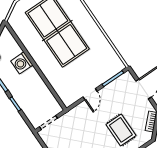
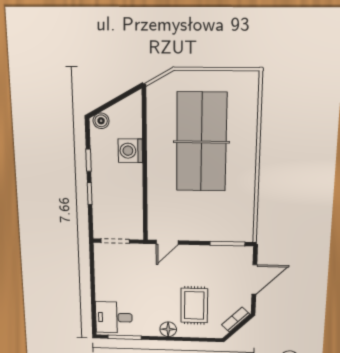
door: (90, 94) -> (167, 242), moved

